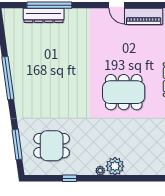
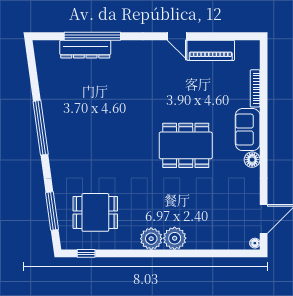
plant: (100, 171) -> (151, 239), width x1.88, depth x1.88
window: (69, 178) -> (86, 253), moved

